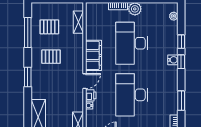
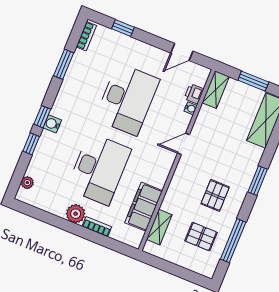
filing cabinet: (93, 55) -> (144, 207), moved
pallet: (51, 57) -> (215, 195), turned 90
printer: (91, 95) -> (194, 94), moved

